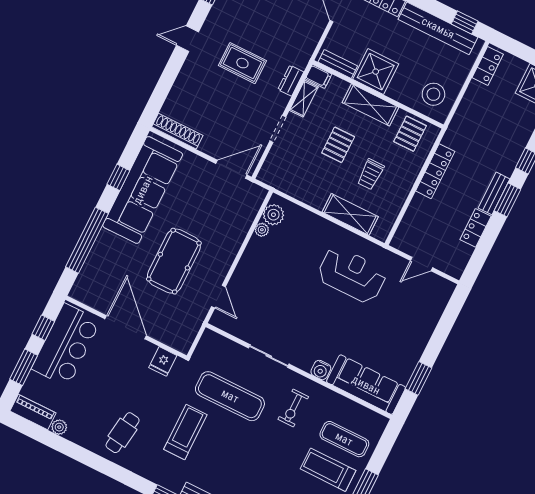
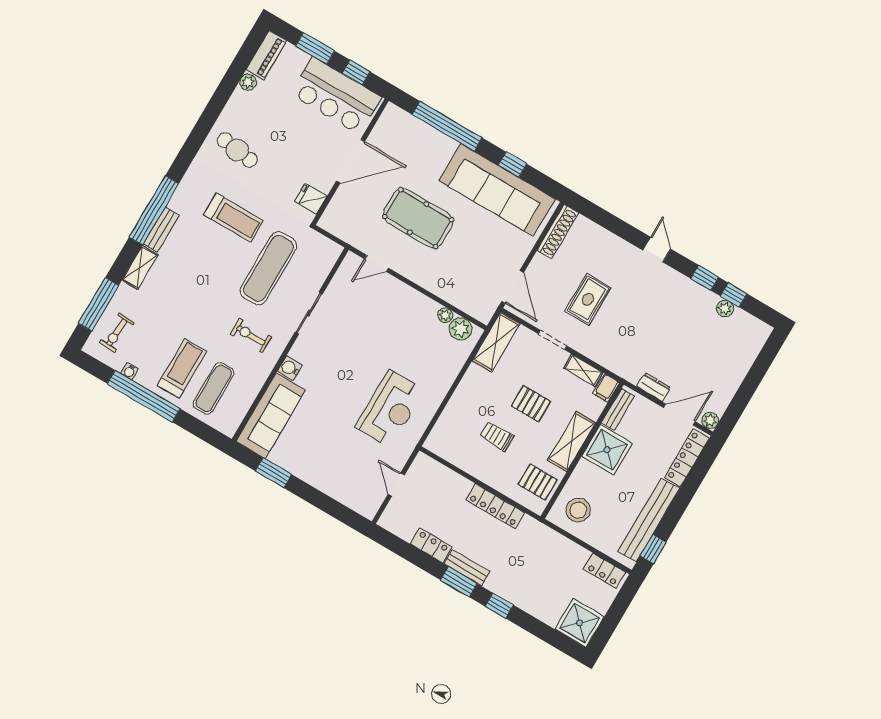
rug: (242, 63) -> (588, 299), moved
dresser: (291, 81) -> (654, 387), moved
shelving: (350, 214) -> (496, 342), moved

